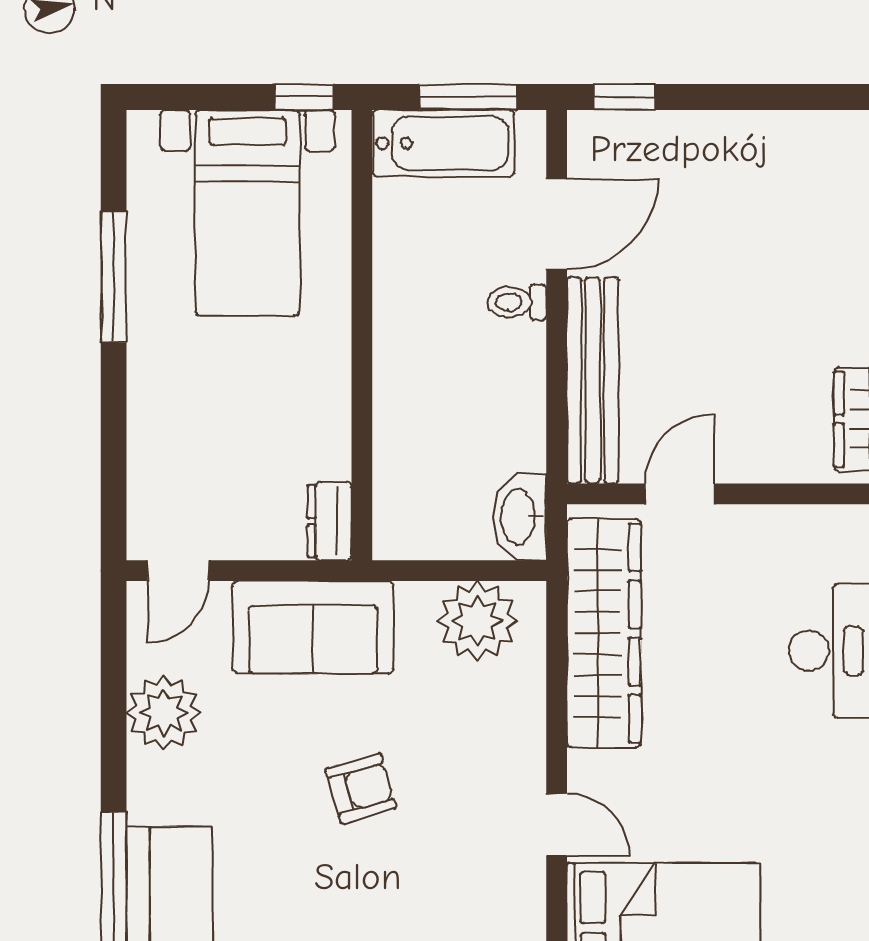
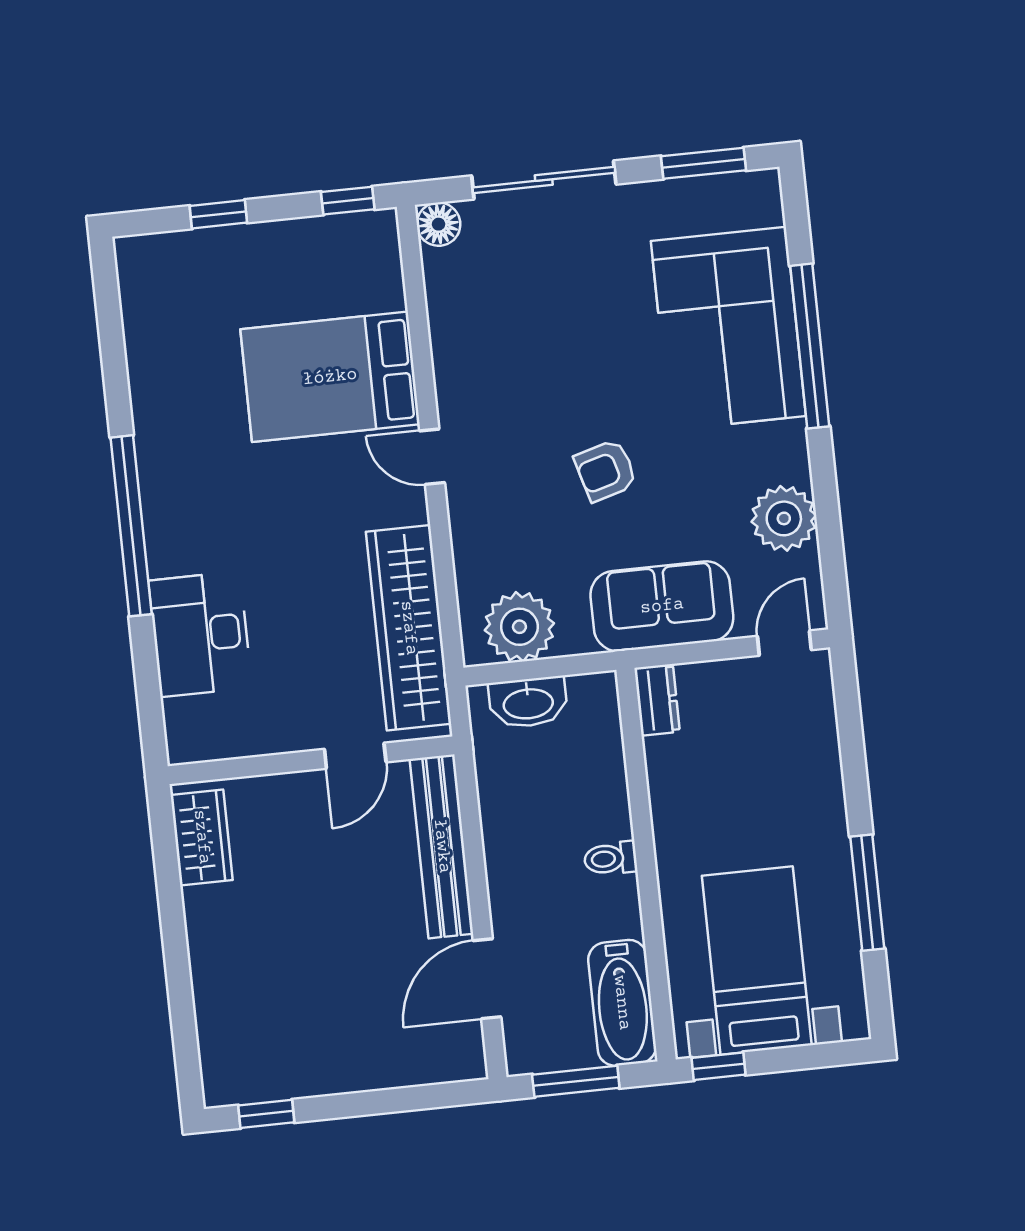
window: (624, 97) -> (266, 1114), moved
bathtub: (443, 143) -> (622, 1003), moved, turned -90
toilet: (517, 302) -> (611, 858), moved, turned 180
washbasin: (520, 517) -> (528, 702), moved, turned 90

